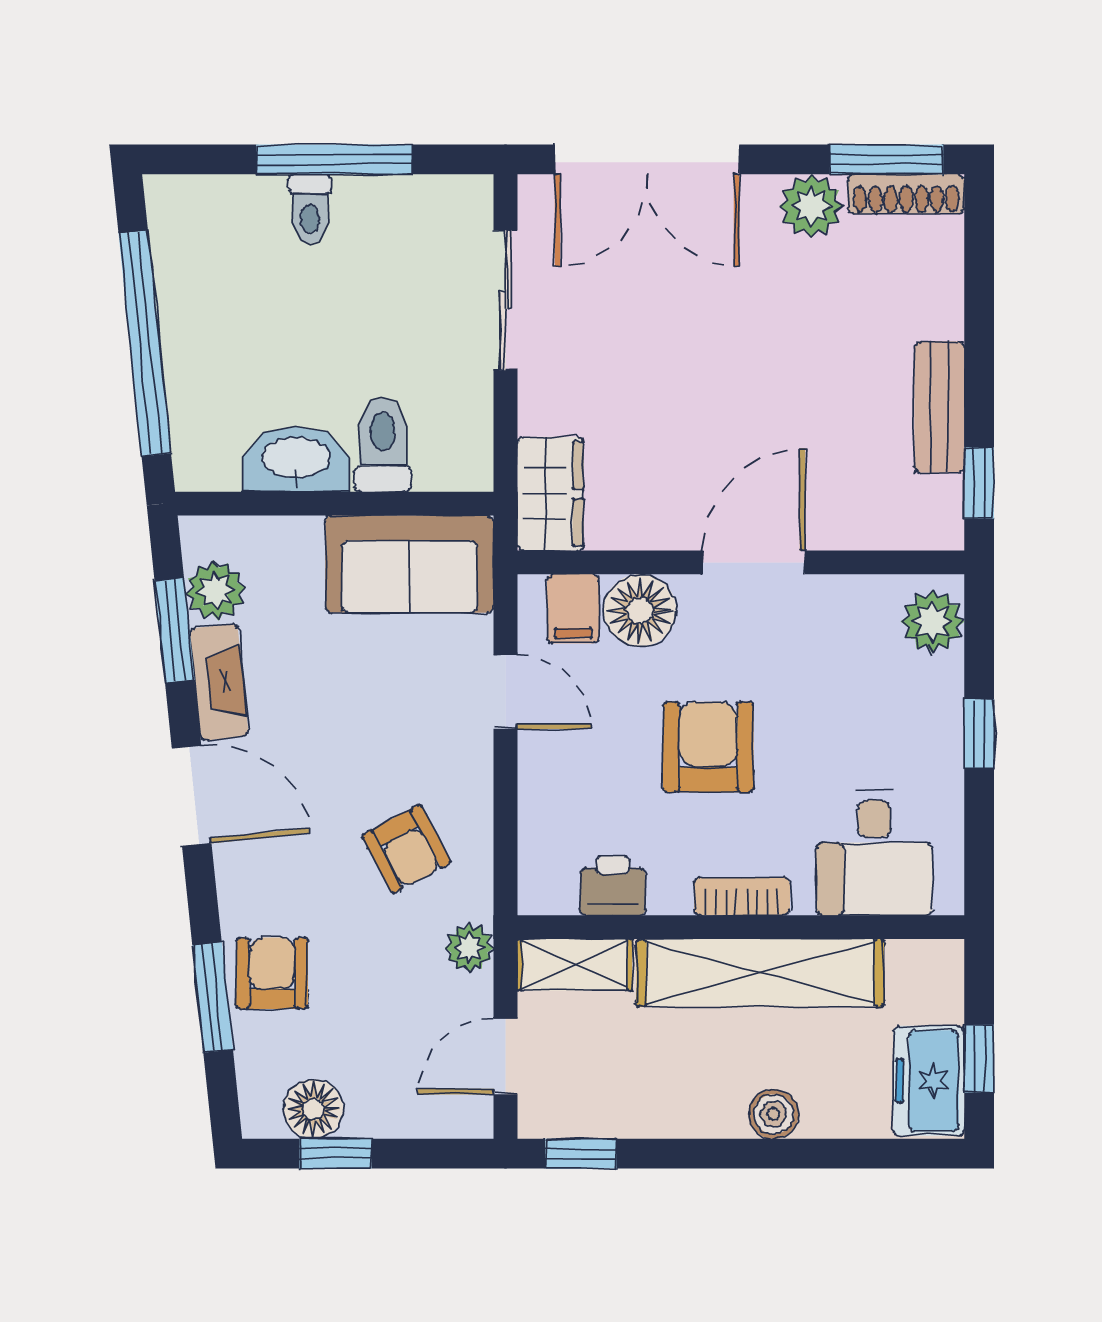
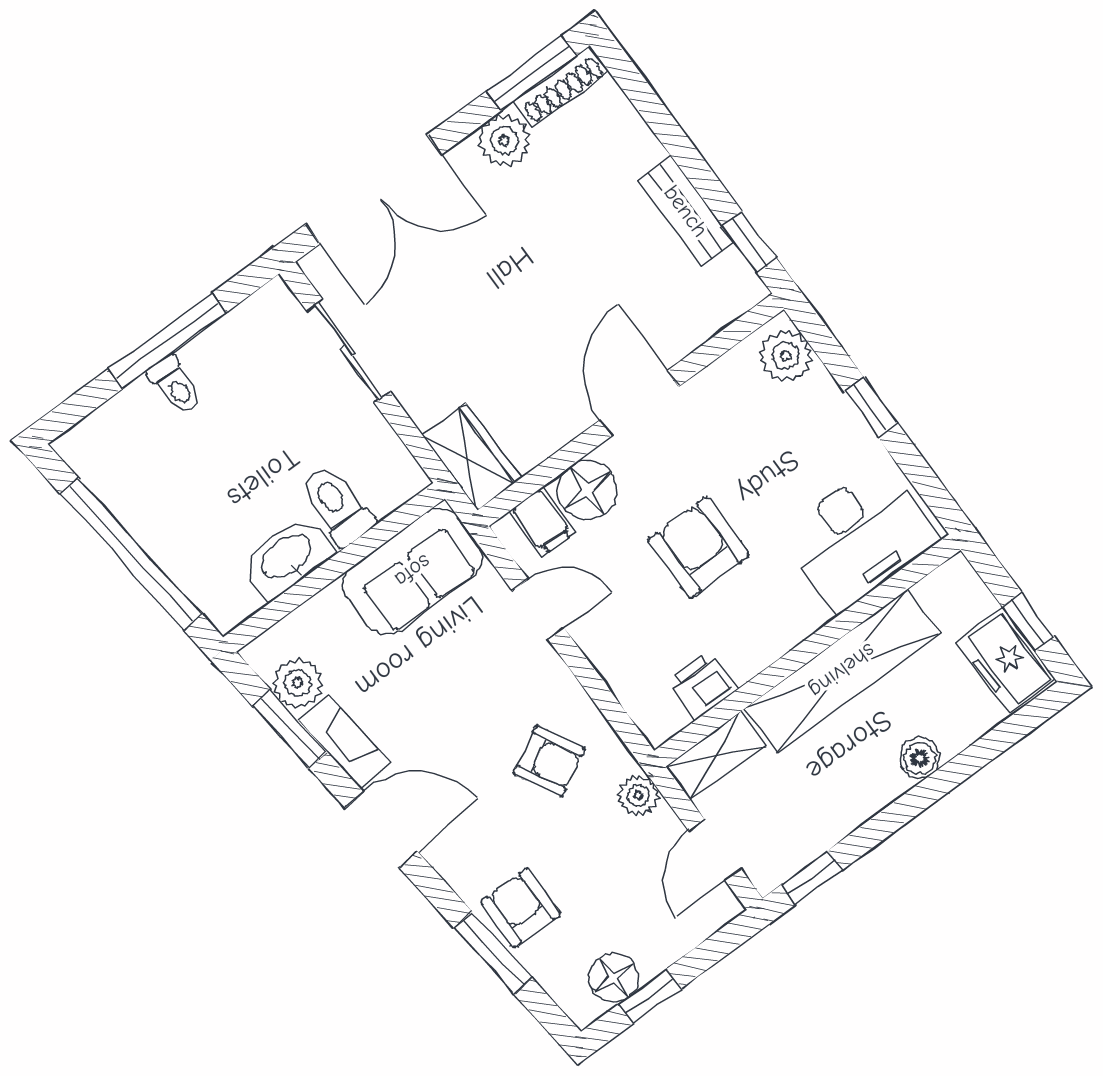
desk: (874, 853) -> (859, 537), width x1.37
bookcase: (742, 896) -> (793, 629), removed

